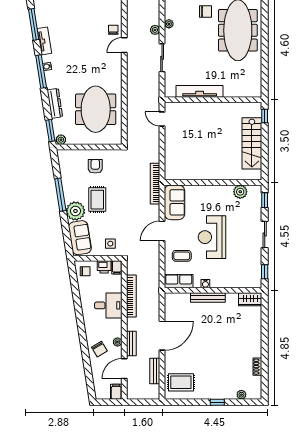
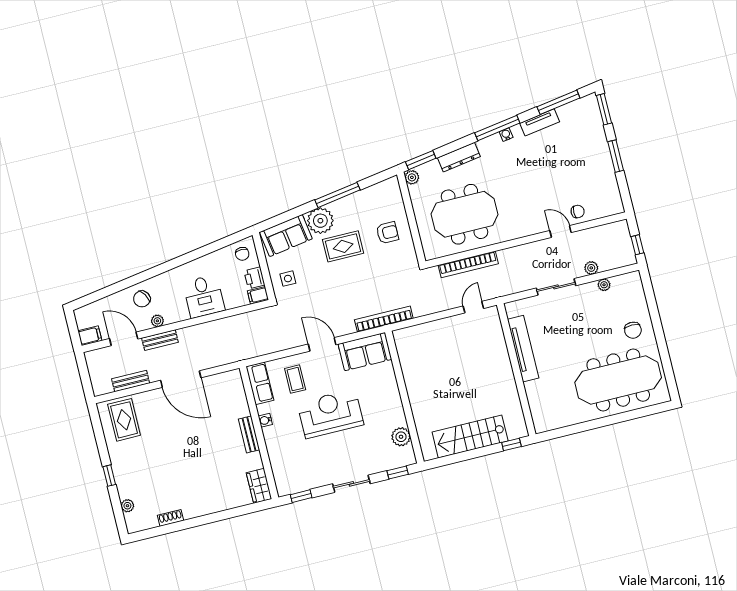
bookcase: (131, 296) -> (468, 264), moved
bench: (208, 298) -> (249, 434), width x0.73

